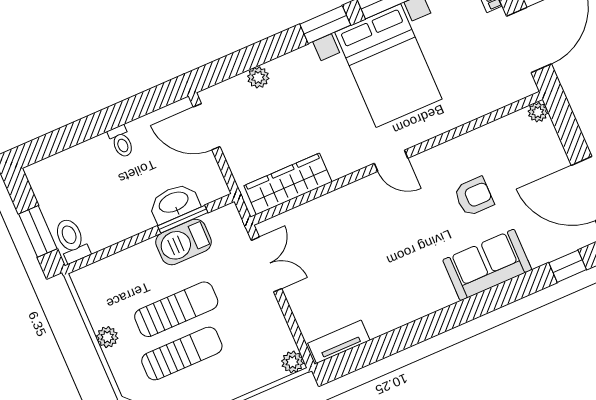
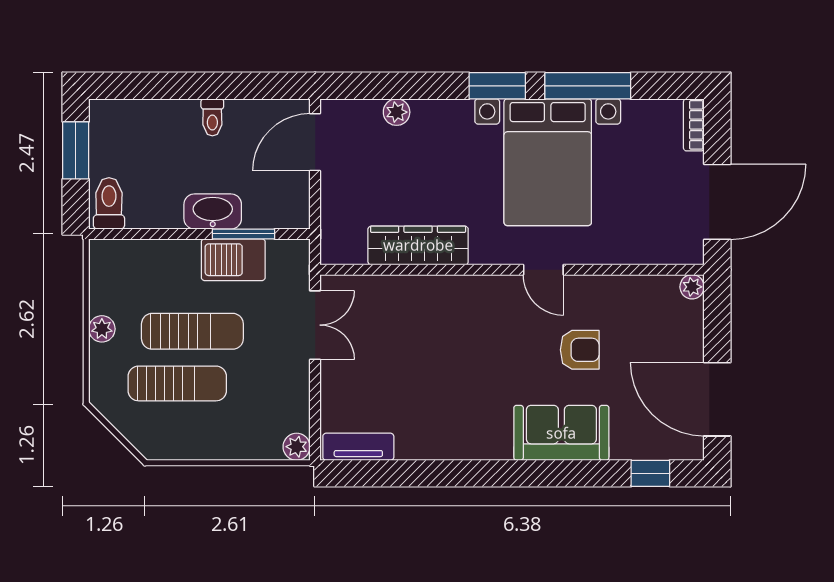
door: (207, 127) -> (315, 142), hinge flipped
door: (391, 161) -> (543, 270), moved
wardrobe: (288, 184) -> (418, 245), moved
washbasin: (174, 203) -> (213, 211), moved
window: (38, 231) -> (76, 150), moved

